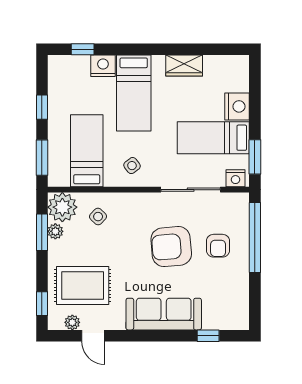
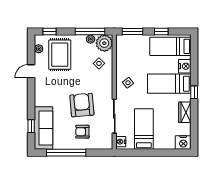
window: (83, 49) -> (194, 92), moved
nightstand: (237, 106) -> (183, 143), moved
bed: (87, 151) -> (170, 46), moved, turned 180
window: (255, 157) -> (133, 153), removed
window: (42, 232) -> (90, 31), width x1.44
window: (255, 238) -> (66, 153), moved
sofa: (164, 314) -> (44, 128), moved
door: (93, 336) -> (31, 71), moved

